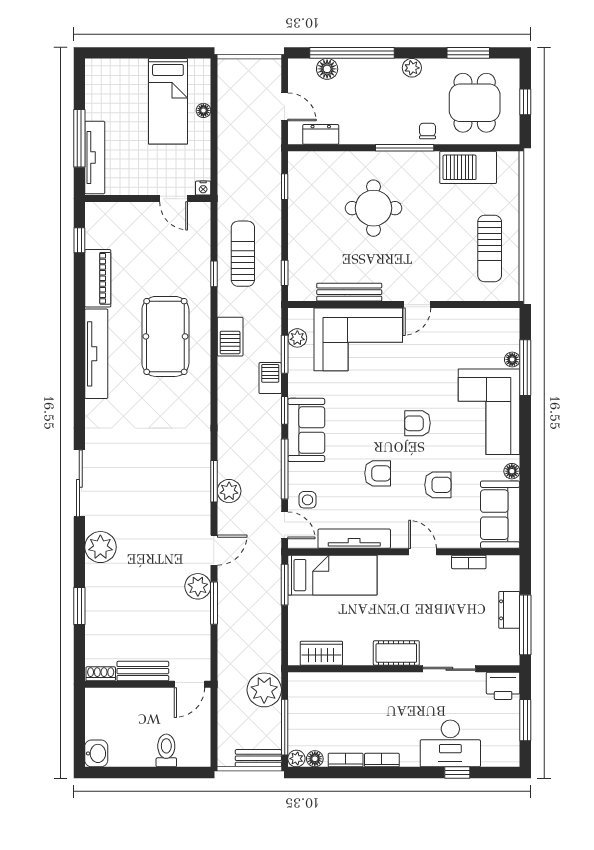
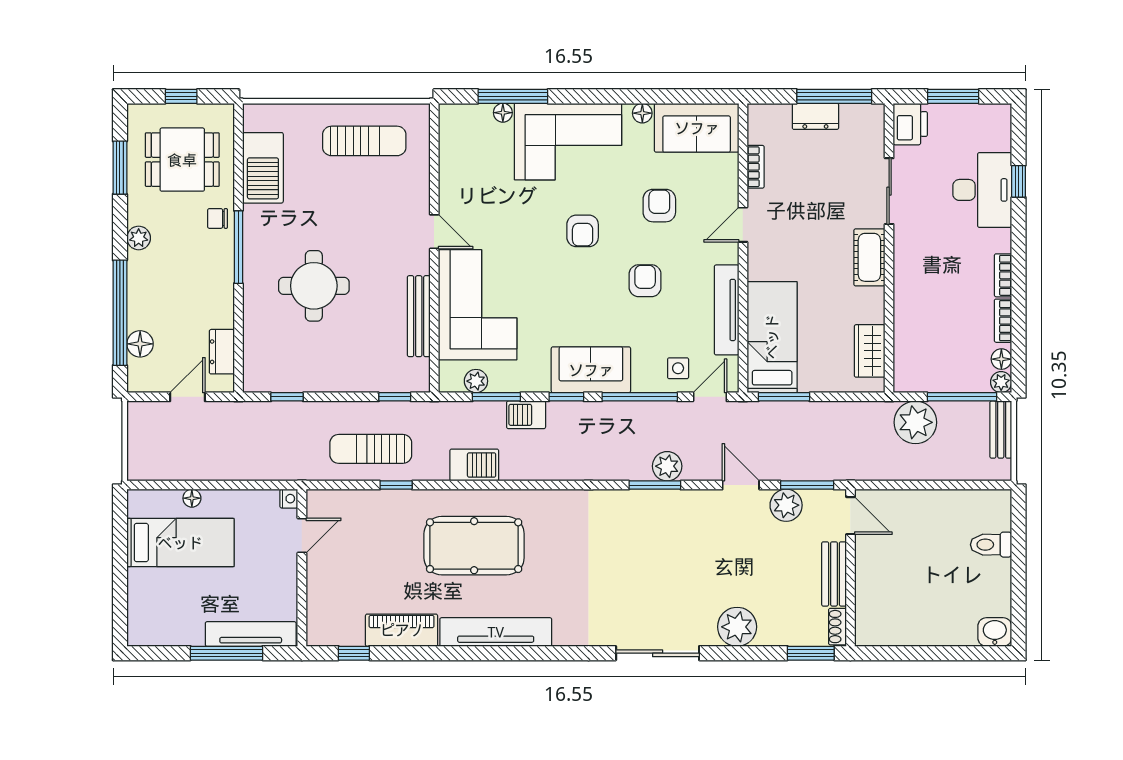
bench: (143, 671) -> (834, 574), moved
shoe rack: (101, 674) -> (837, 627), moved
wall: (148, 684) -> (850, 568), moved
door: (189, 684) -> (850, 516), moved

